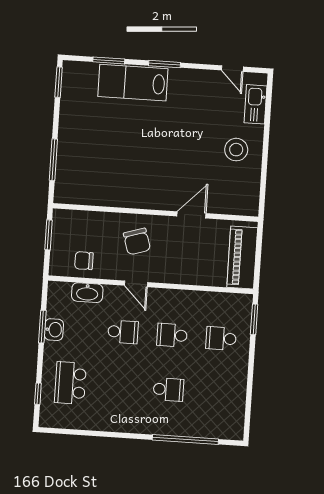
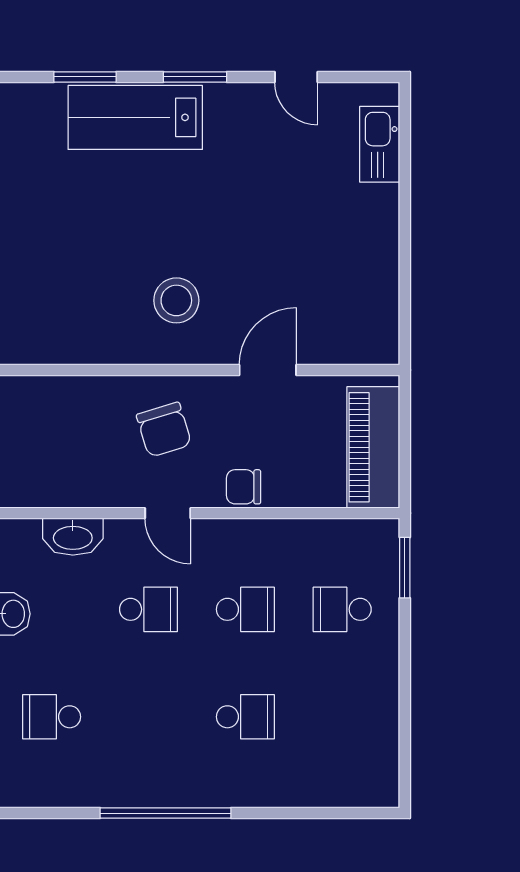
door: (232, 69) -> (296, 77), moved
stool: (236, 150) -> (176, 300), moved
chair: (84, 261) -> (244, 487), moved
school desk: (172, 335) -> (245, 609), turned 180
school desk: (70, 383) -> (52, 717), width x0.54
window: (185, 440) -> (166, 813), moved

